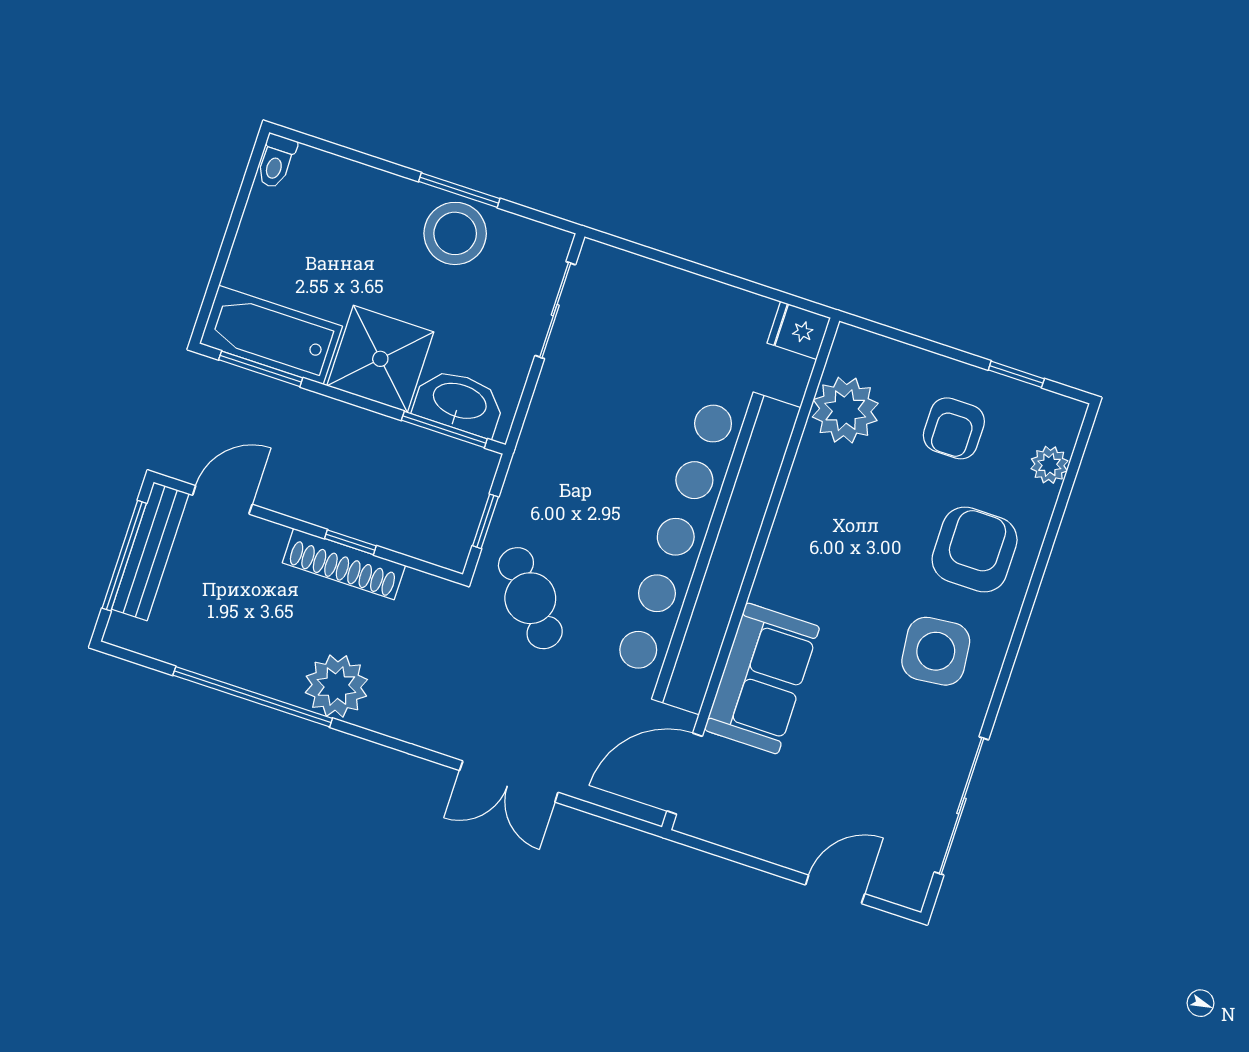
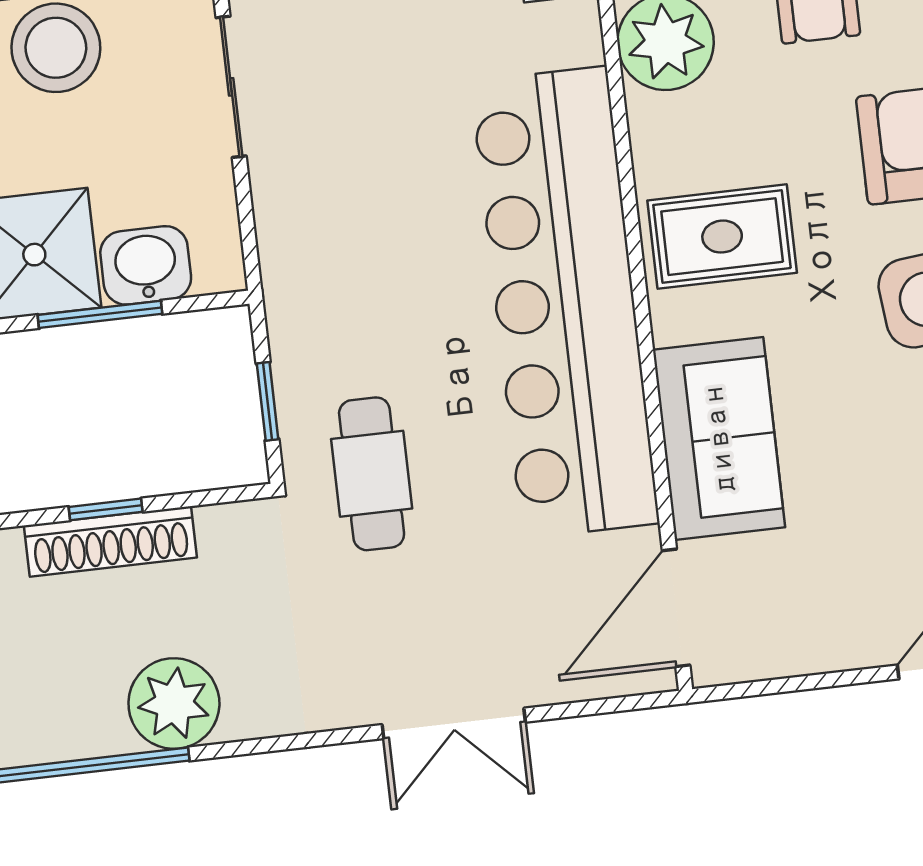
washbasin: (459, 402) -> (146, 265), width x0.72
window: (444, 430) -> (100, 314), moved
rug: (824, 551) -> (722, 237), added
cafe table: (530, 598) -> (372, 474), turned 41

